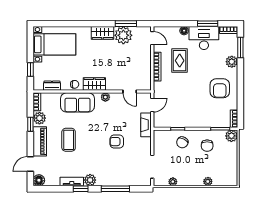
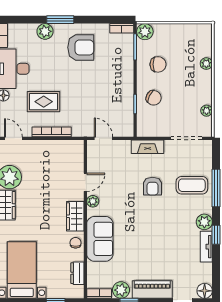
door: (152, 38) -> (13, 138), hinge flipped
window: (240, 47) -> (60, 20), moved
door: (130, 92) -> (85, 182), moved
fireplace: (146, 125) -> (148, 147), moved
coffee table: (69, 140) -> (192, 185), moved

